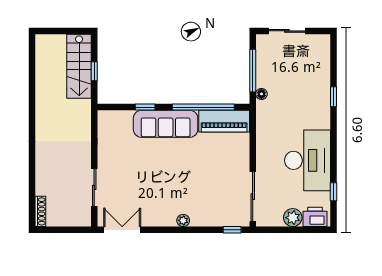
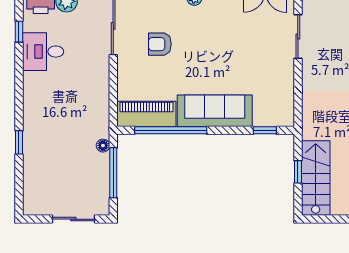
window: (145, 107) -> (265, 130), moved
desk: (308, 160) -> (43, 52), width x0.53, depth x0.77
armchair: (213, 181) -> (160, 44), added

